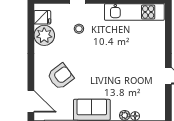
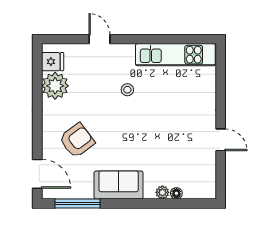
stool: (79, 29) -> (127, 90), moved

